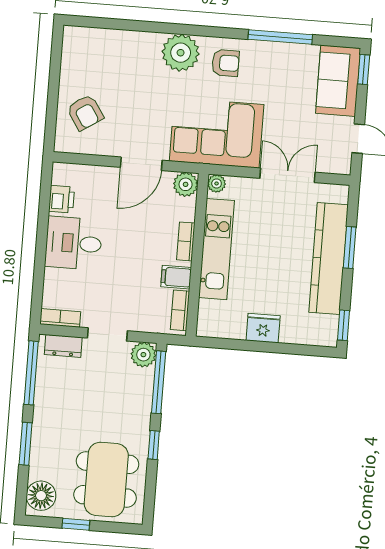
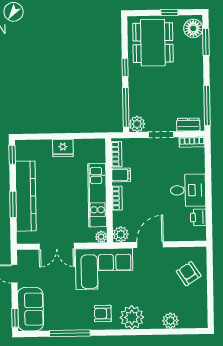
plant: (121, 42) -> (170, 321), added
window: (26, 444) -> (206, 42), moved

